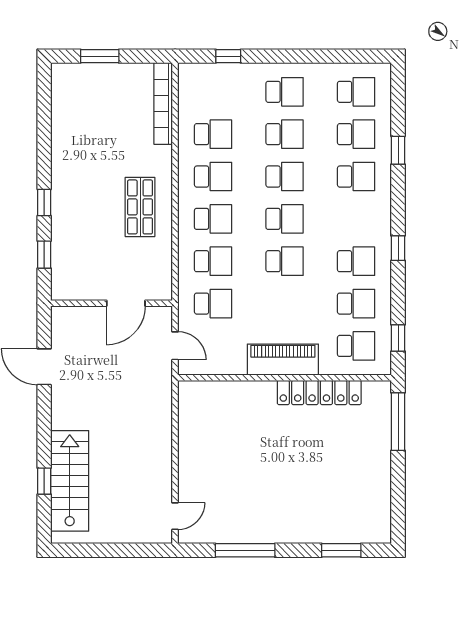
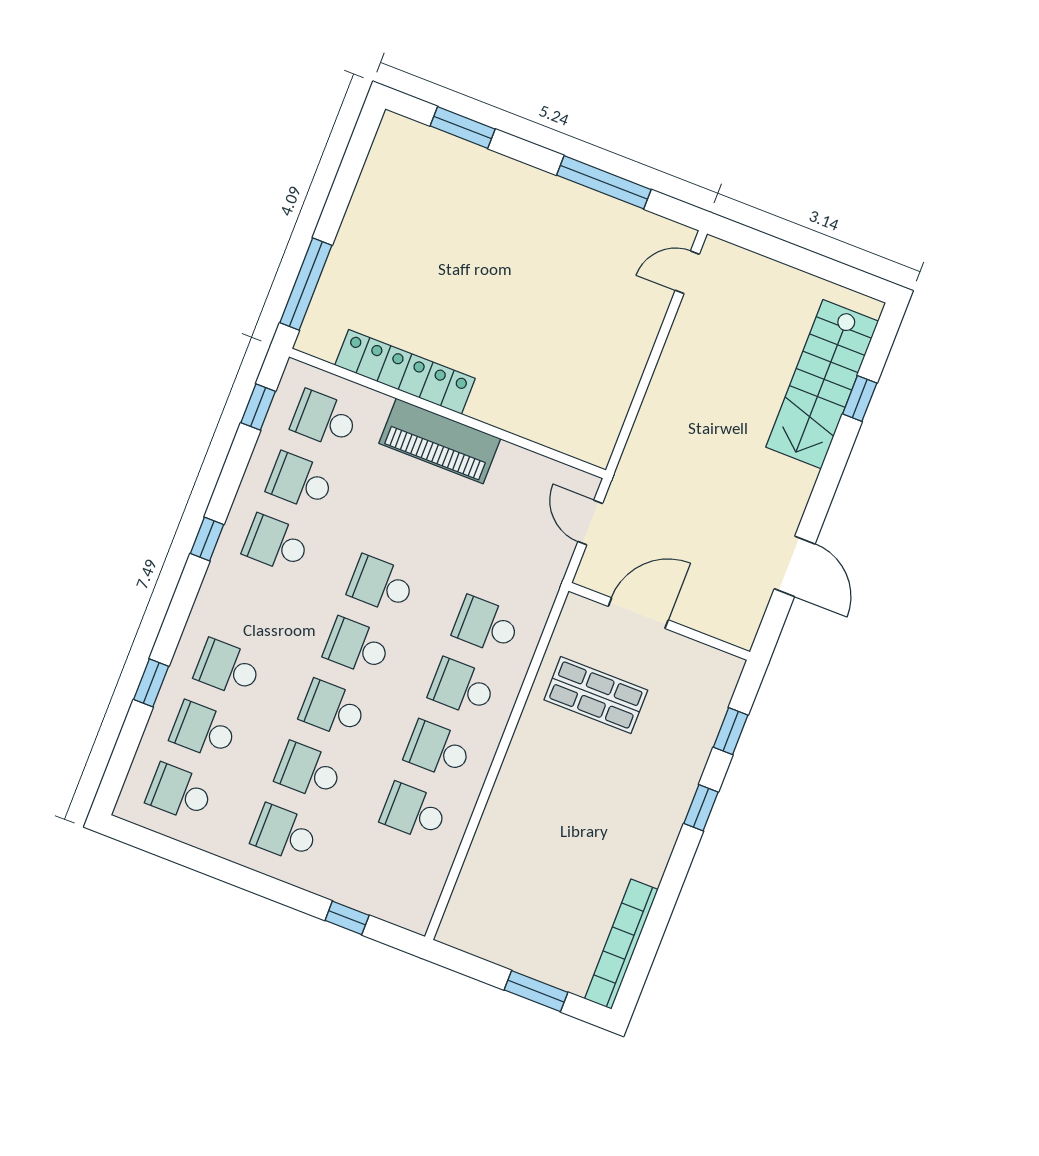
bookcase: (163, 104) -> (621, 944), moved, turned 180
shop shelf: (140, 207) -> (596, 695), moved, turned 90
school desk: (213, 304) -> (510, 563), removed

